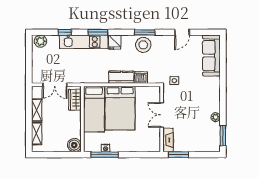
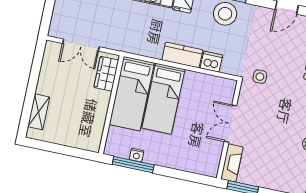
bed: (120, 108) -> (163, 99), width x0.67
shelving: (37, 110) -> (46, 77), removed
boiler: (74, 145) -> (91, 141), removed

